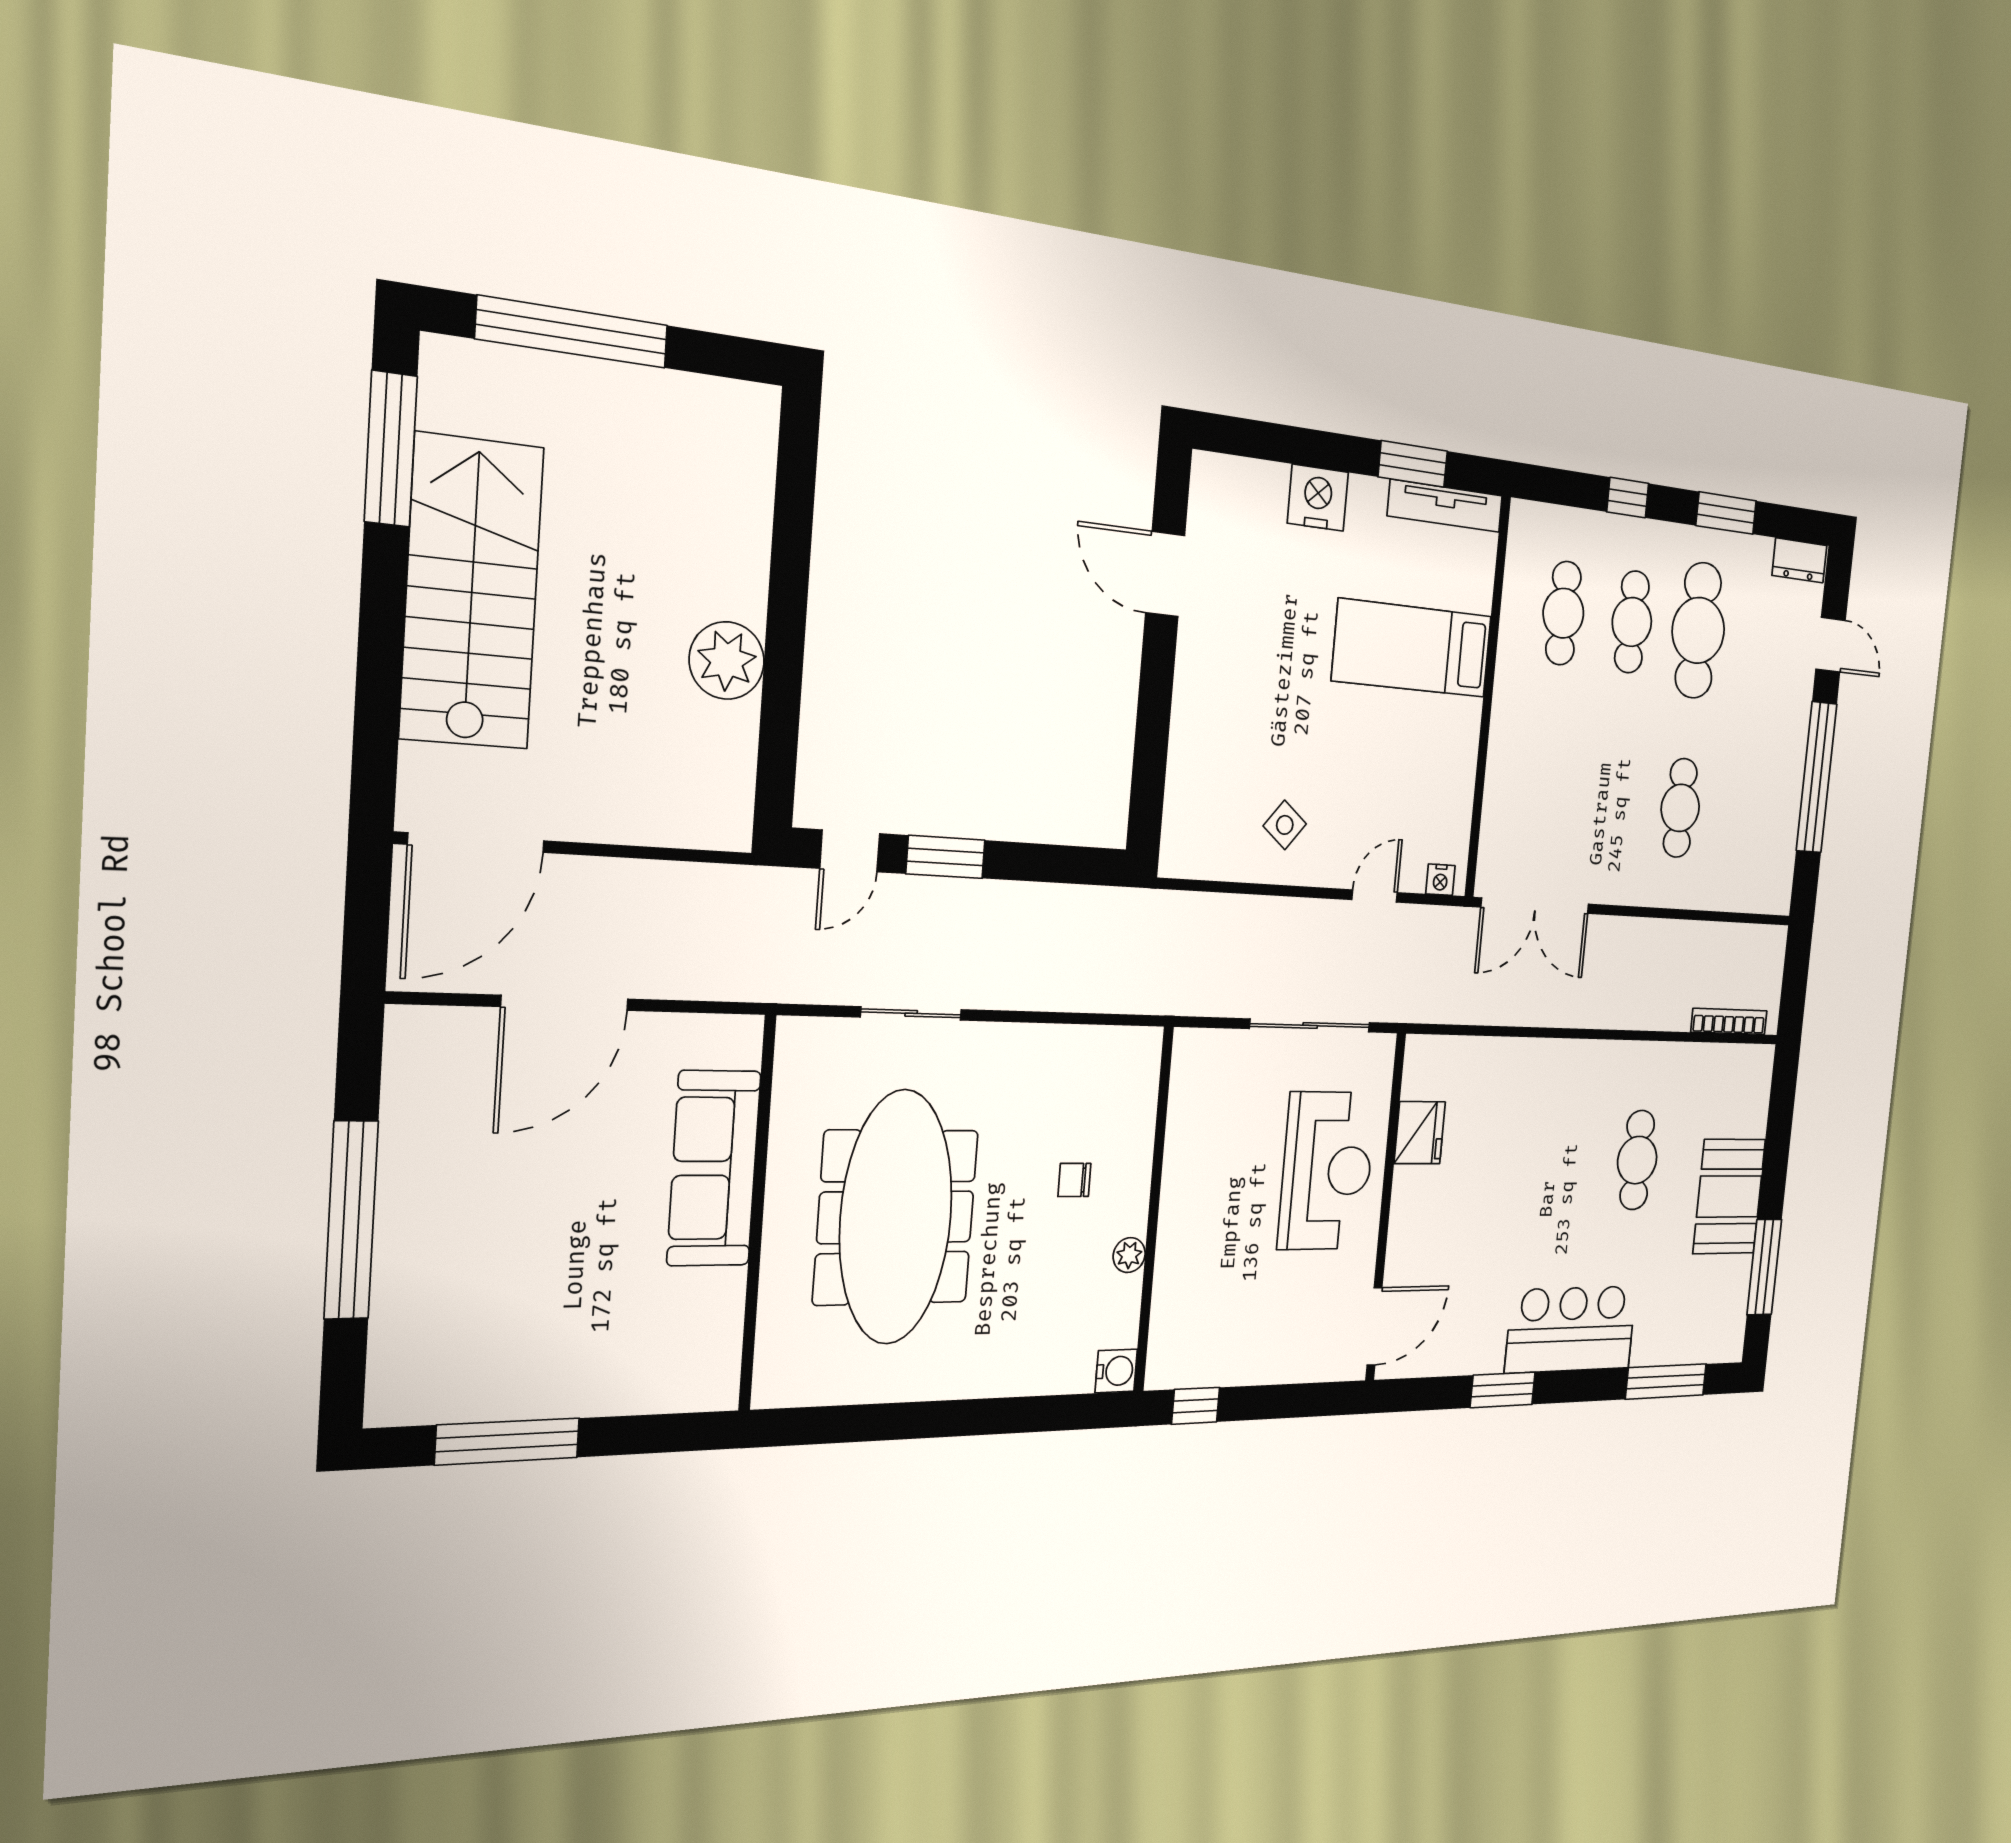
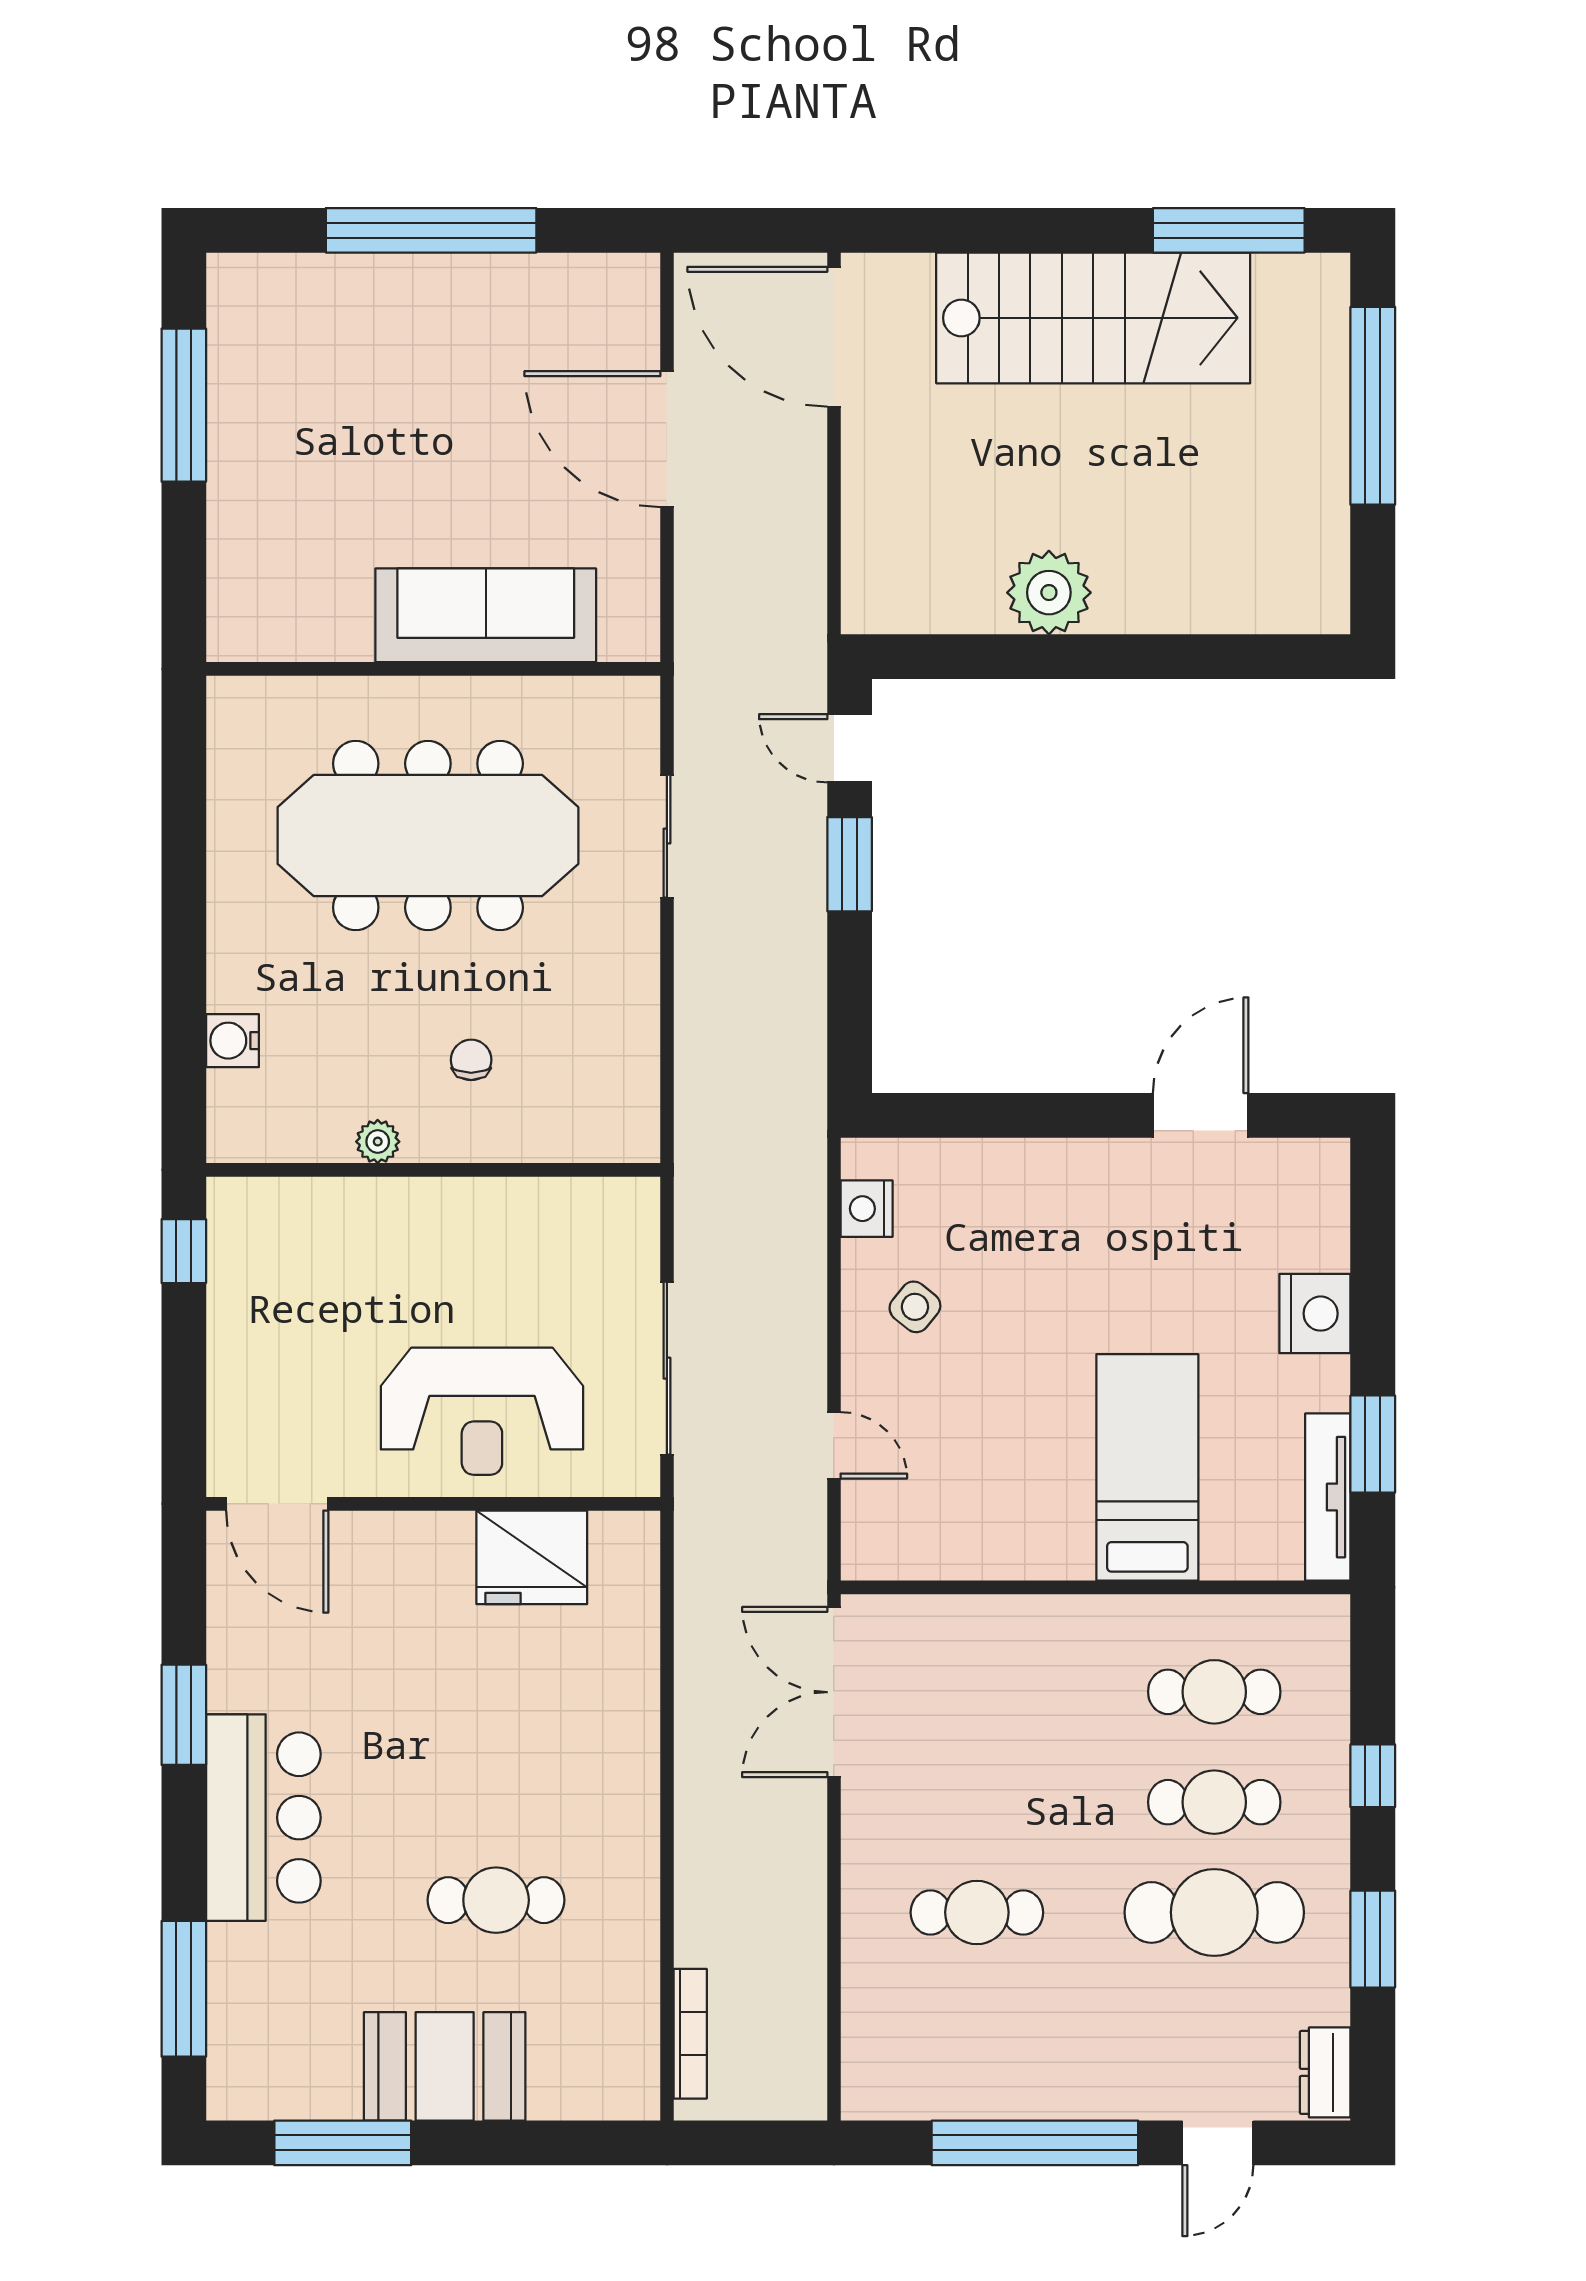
nightstand: (1440, 880) -> (867, 1209), moved, width x1.39, depth x1.35
fridge: (1420, 1133) -> (532, 1557), width x1.36, depth x1.34
water cooler: (1116, 1371) -> (232, 1041), moved, turned 90

